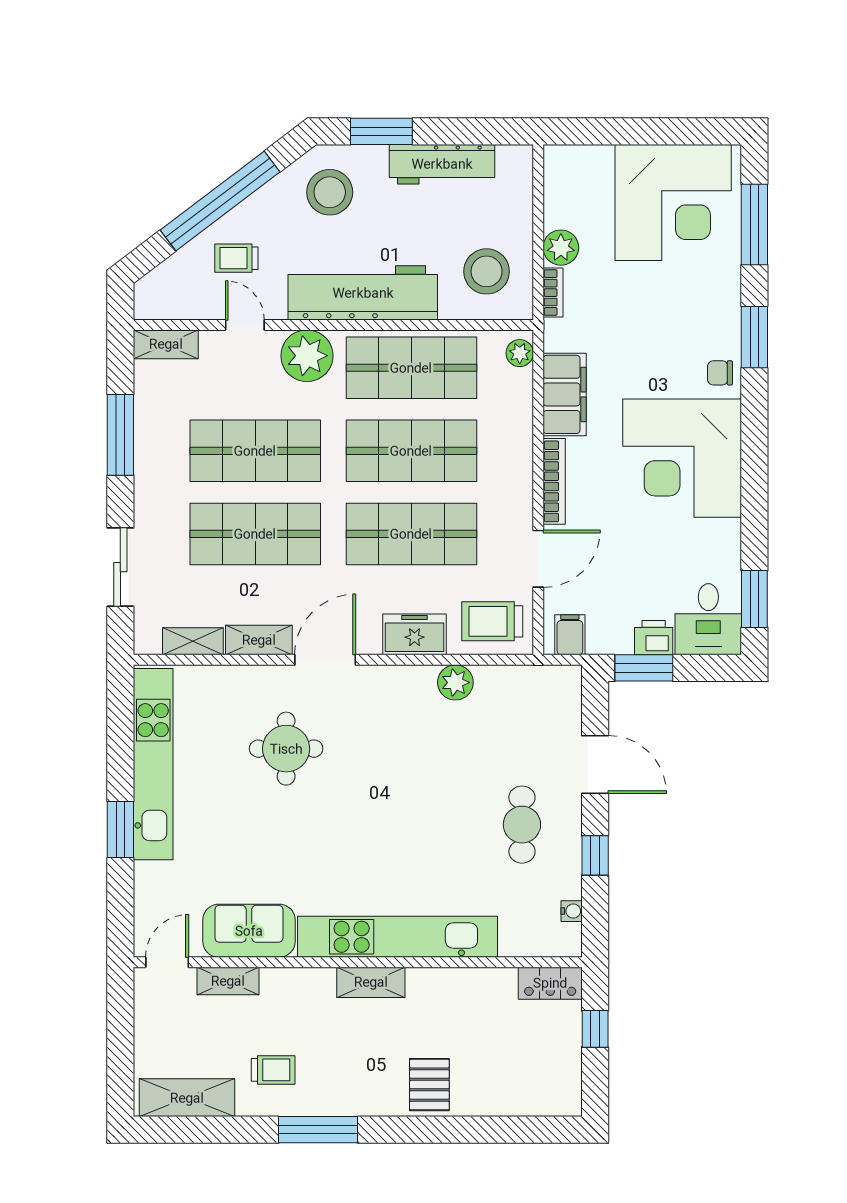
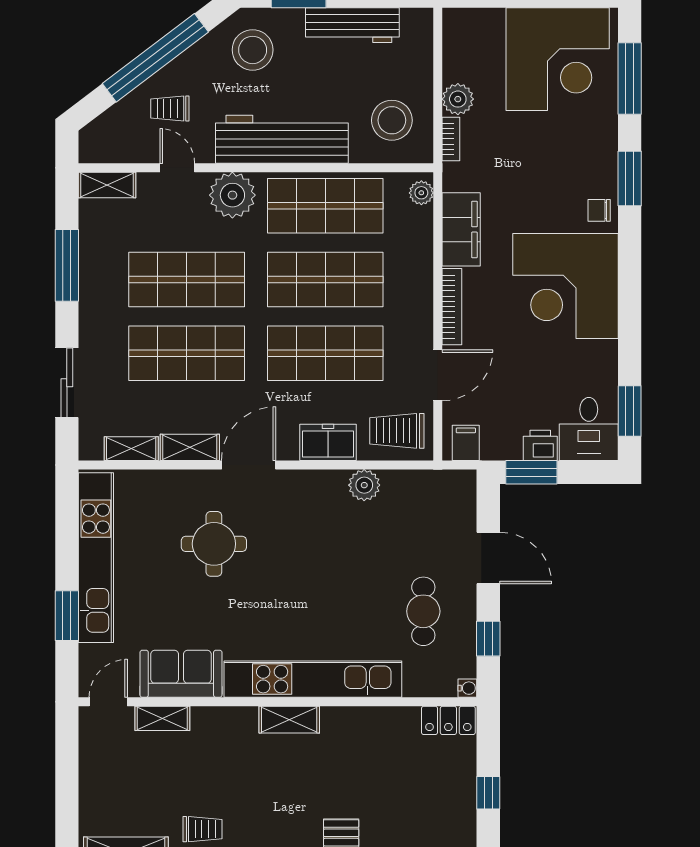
sofa: (249, 931) -> (181, 674), moved
kitchen unit: (398, 937) -> (313, 679), moved
door: (167, 962) -> (108, 702), moved
wall: (358, 962) -> (278, 702), moved
shelving: (228, 981) -> (162, 718), moved
shelving: (371, 982) -> (289, 720), moved
locker: (550, 983) -> (448, 720), moved

